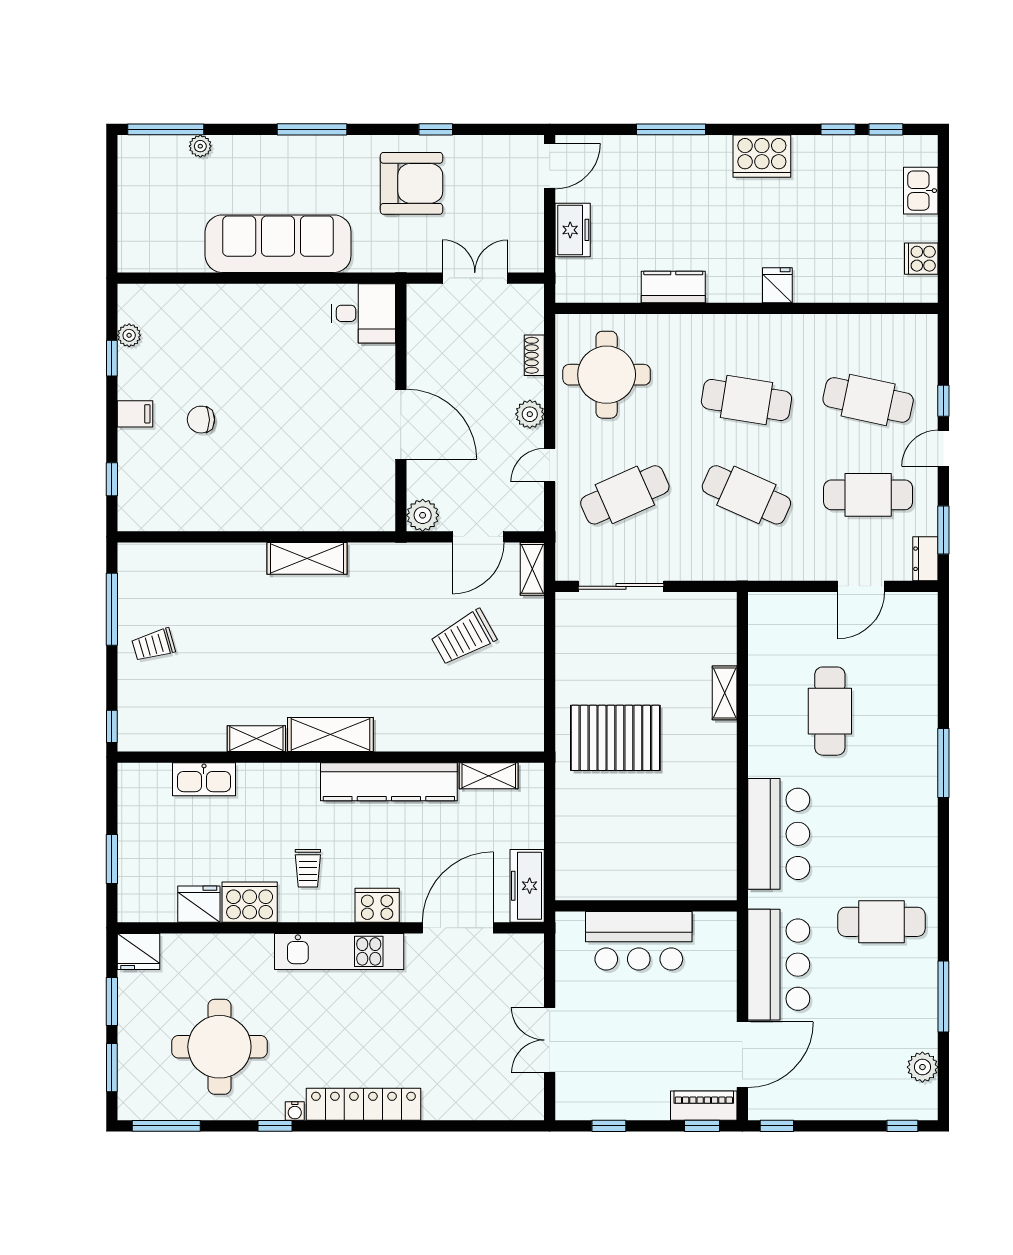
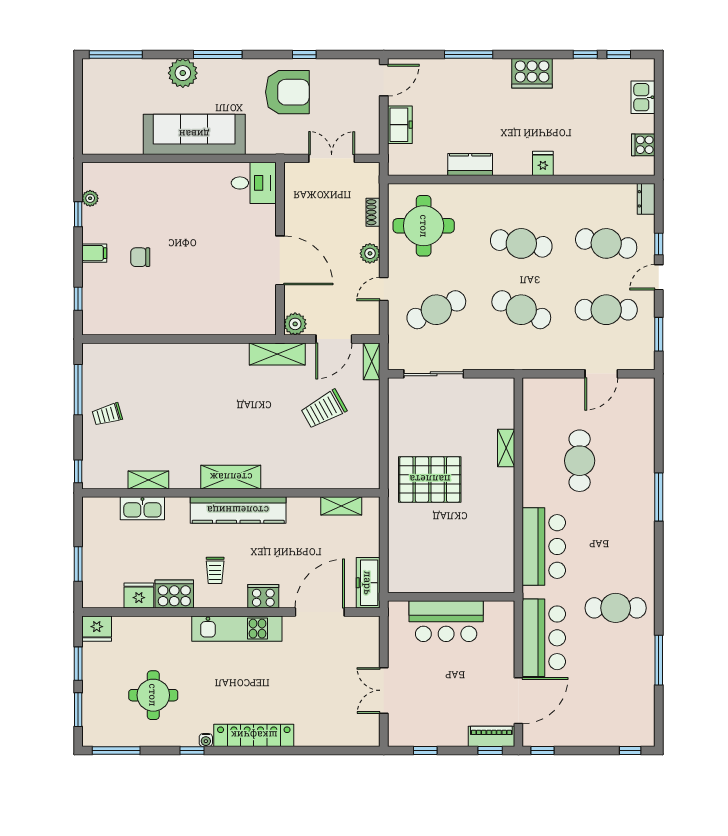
plant: (200, 146) -> (183, 73), moved, width x1.88, depth x1.88
shelving: (307, 558) -> (277, 354), moved
dresser: (925, 559) -> (646, 199), moved
shelving: (256, 739) -> (148, 480), moved
kitchen counter: (389, 782) -> (238, 510), moved
round table: (219, 1047) -> (153, 695), width x0.73, depth x0.73
plant: (922, 1067) -> (644, 709), removed

